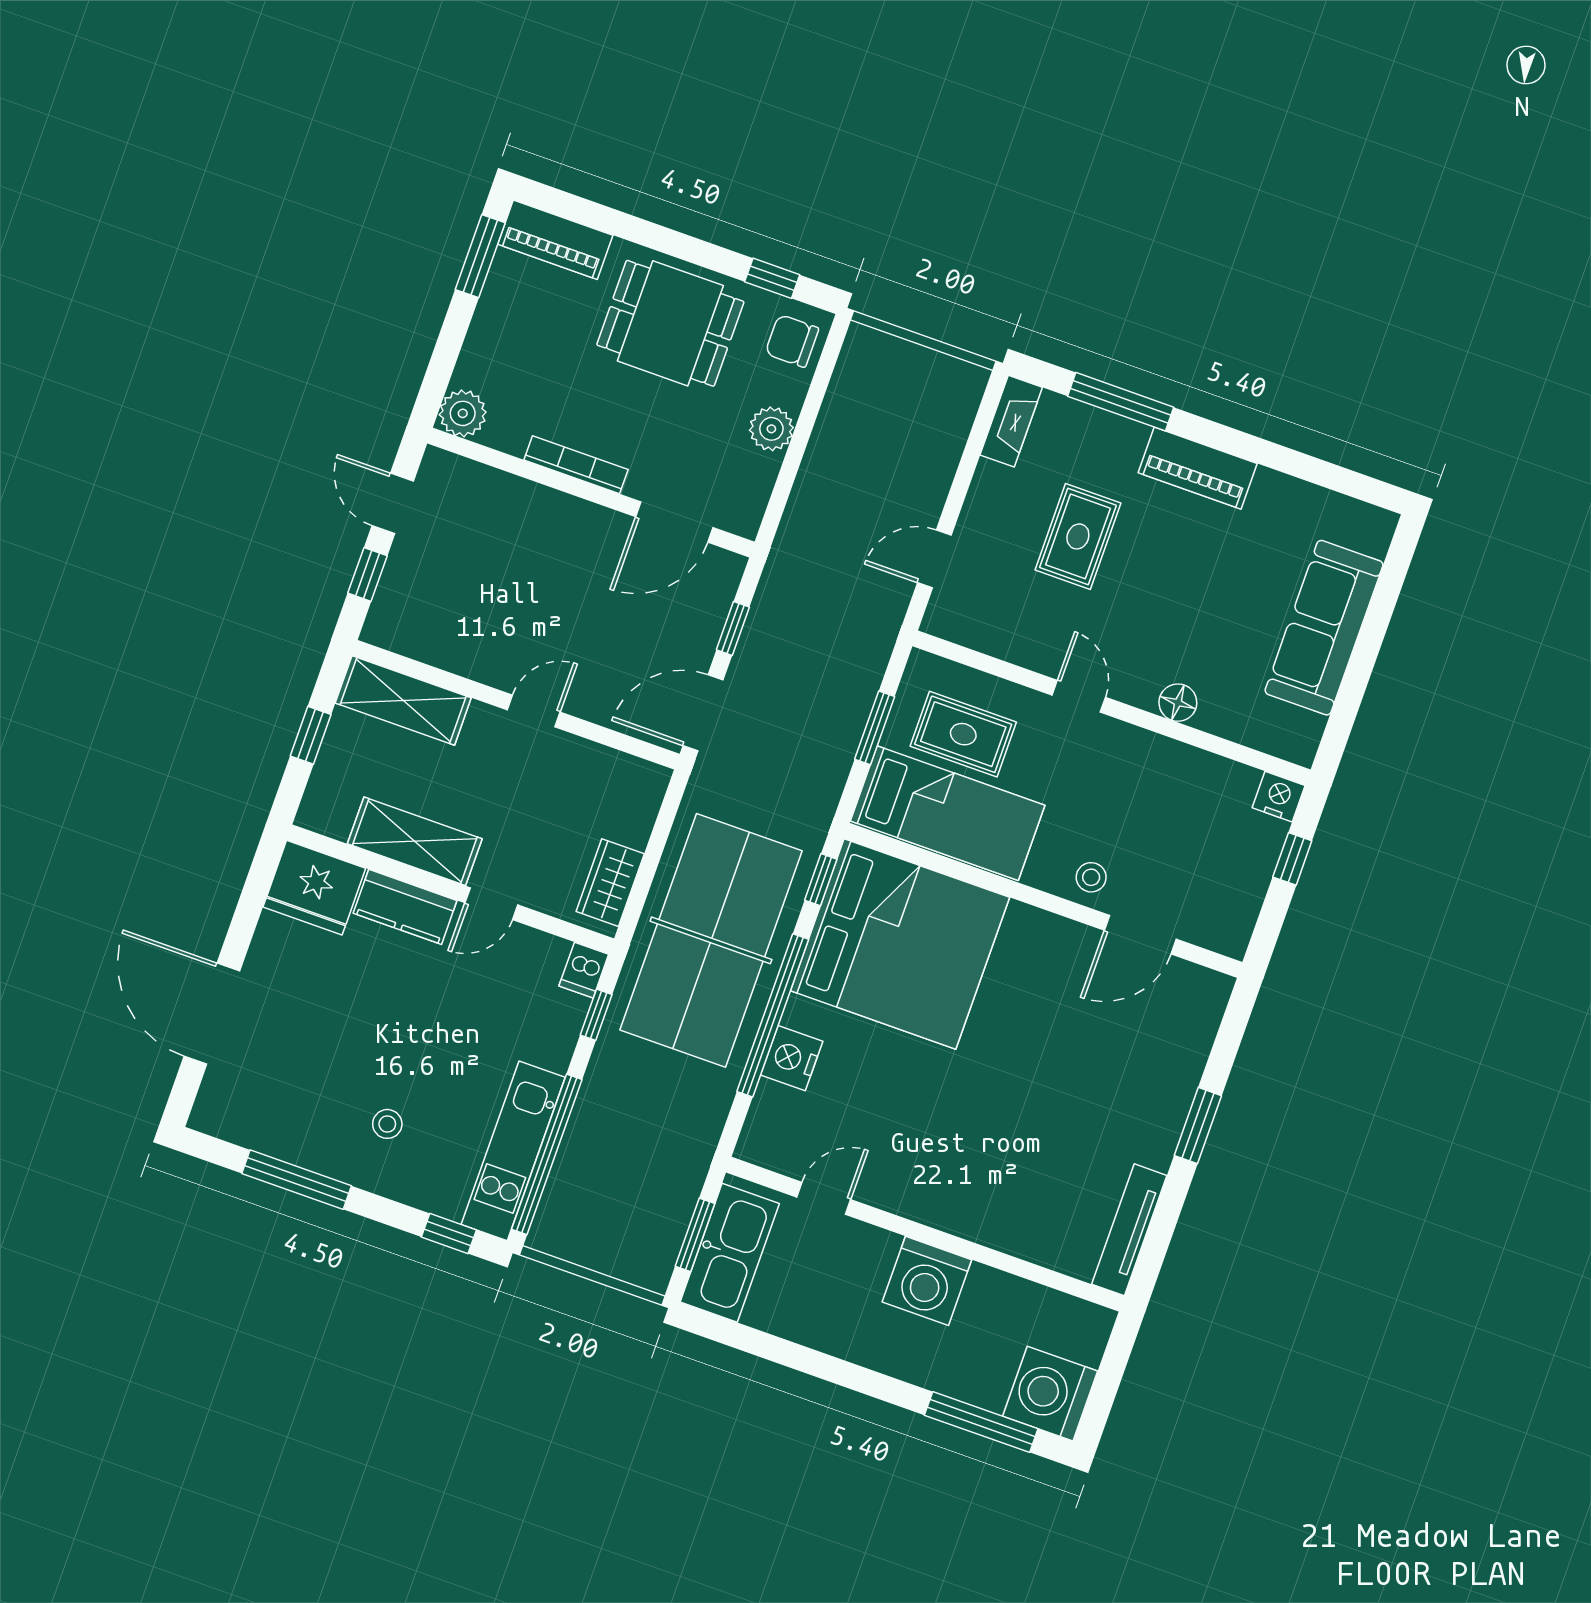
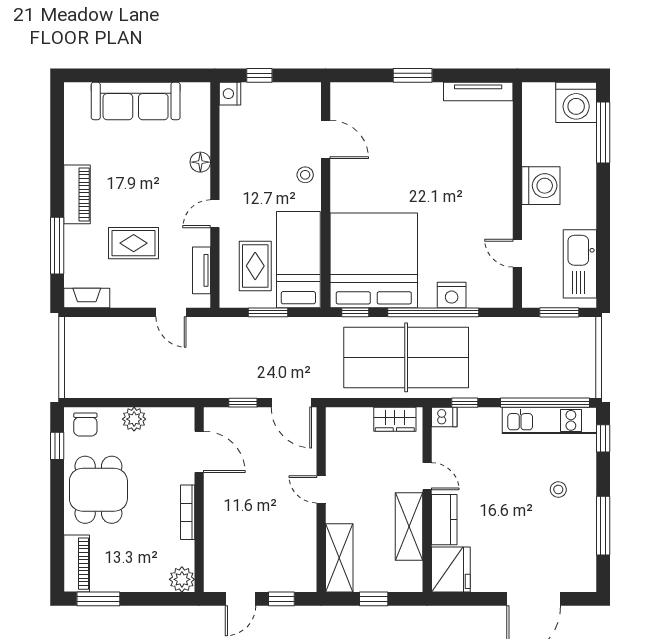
tv unit: (989, 638) -> (201, 270), added
kitchen sink: (730, 1253) -> (580, 264), moved, turned -90

